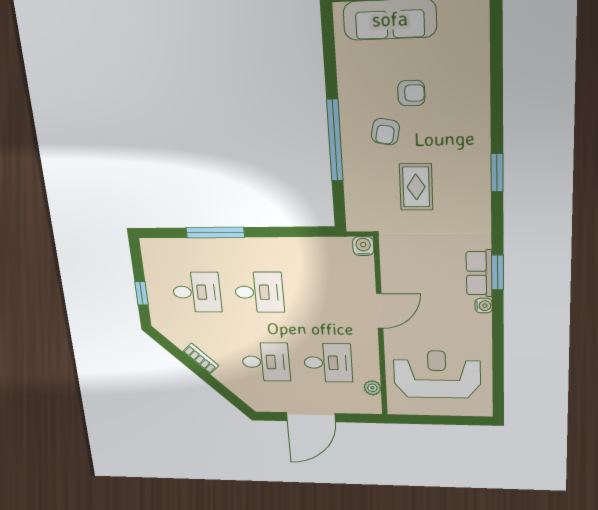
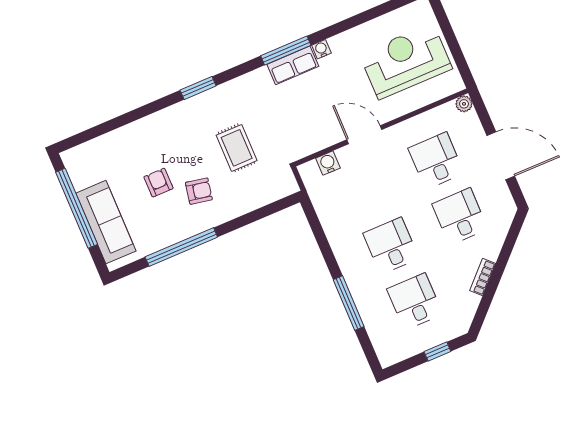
window: (335, 140) -> (181, 247), moved
rug: (416, 187) -> (237, 148), turned 90
water cooler: (363, 246) -> (328, 163), moved, turned 90
window: (498, 272) -> (286, 51), width x1.44
reception desk: (437, 374) -> (406, 61), turned 90
plant: (372, 388) -> (464, 104), moved

